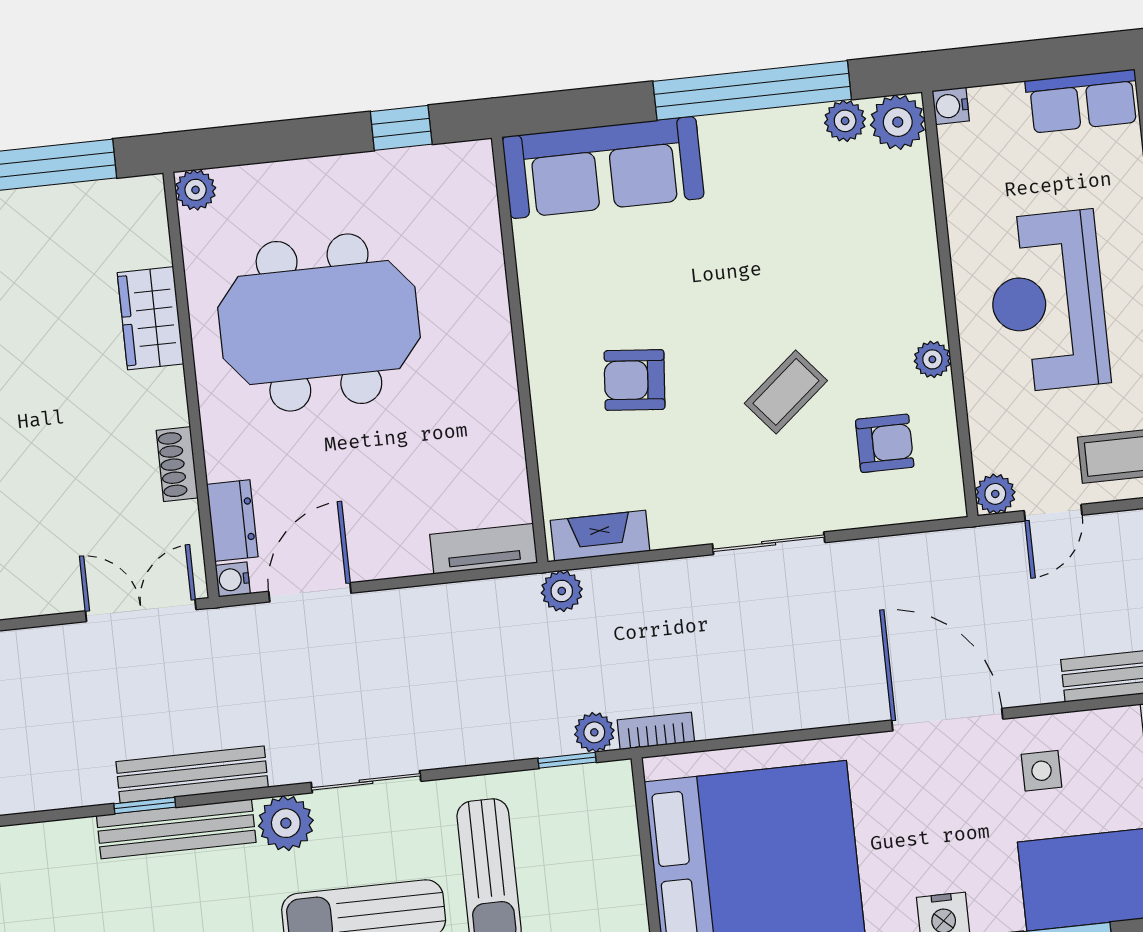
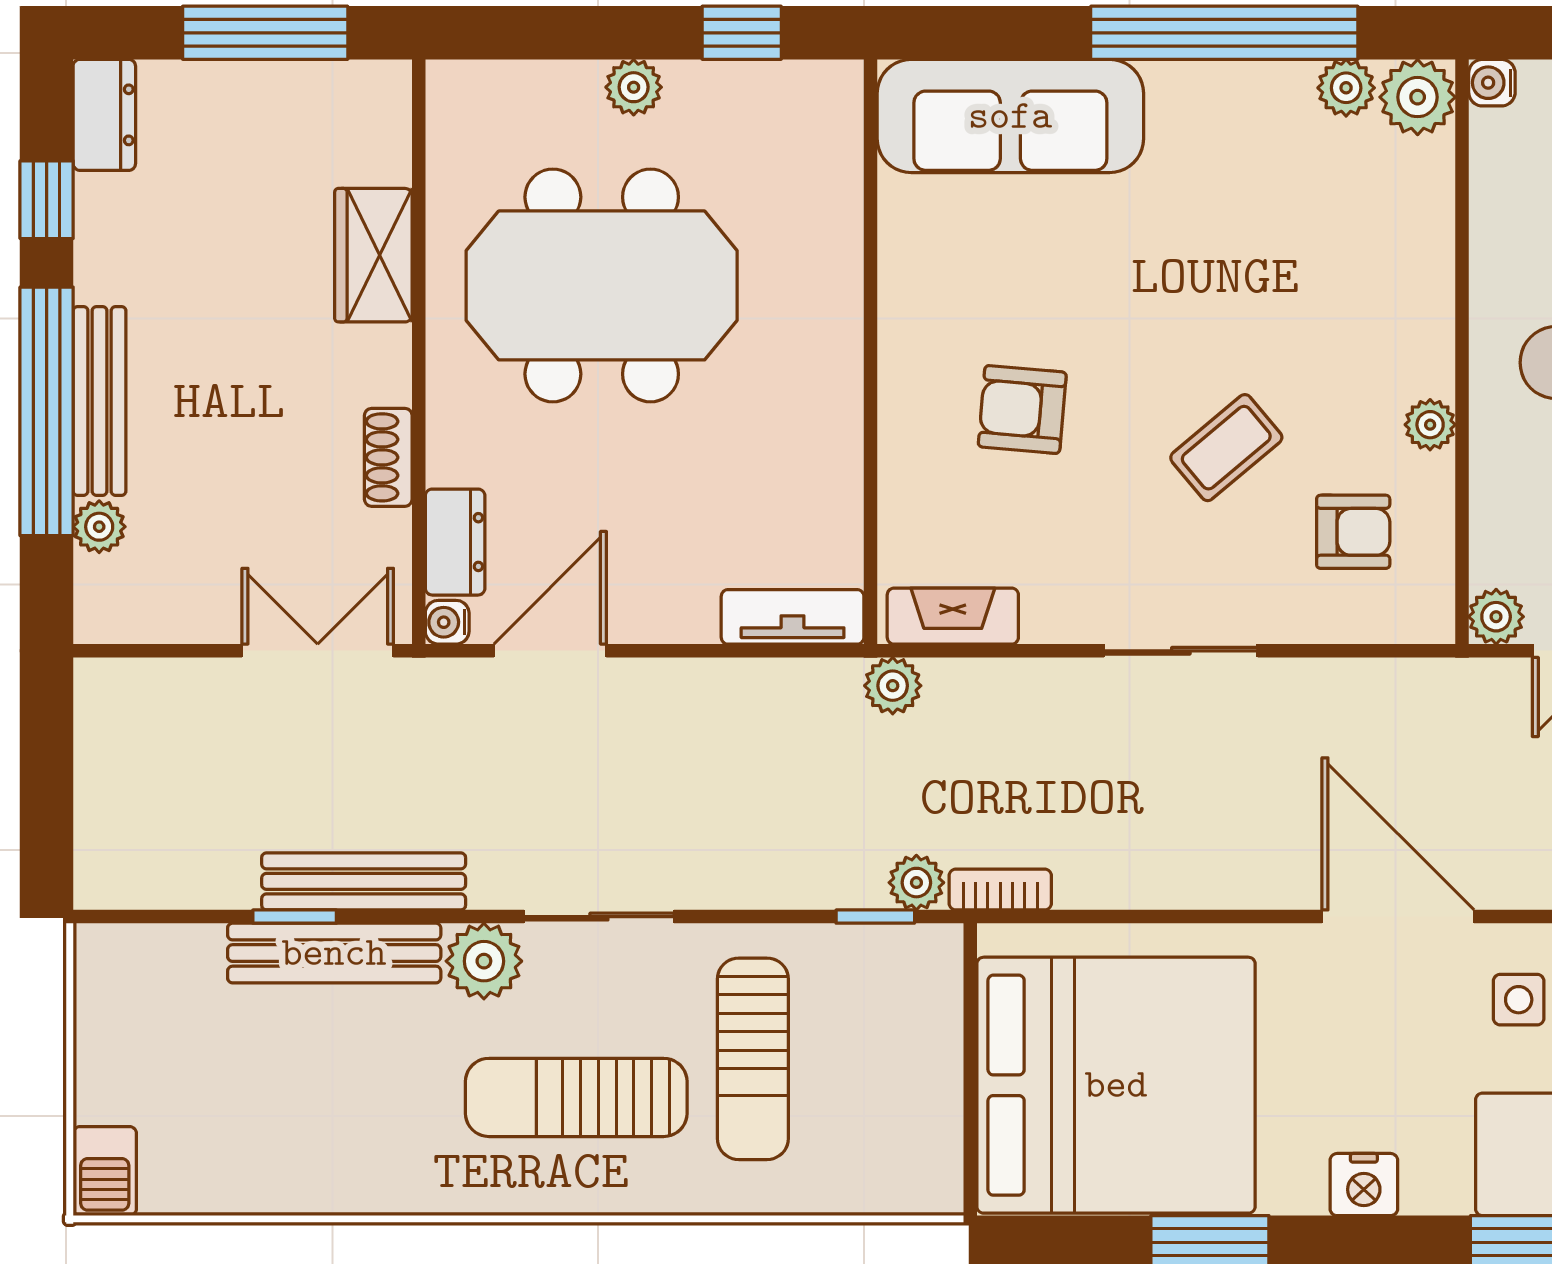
plant: (196, 190) -> (634, 87), moved

